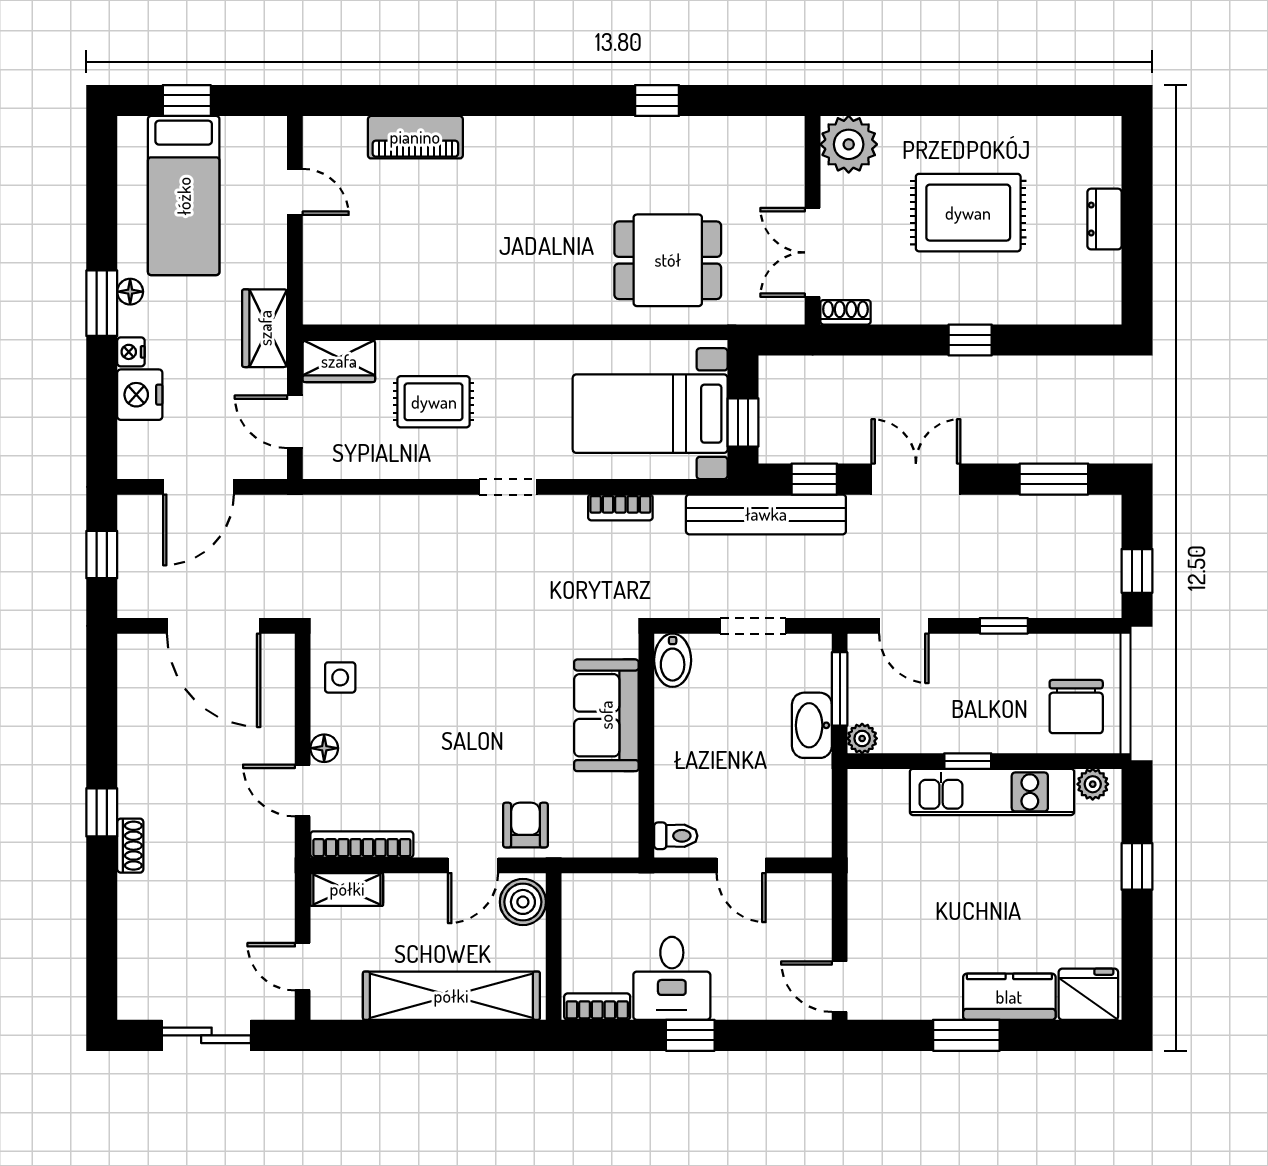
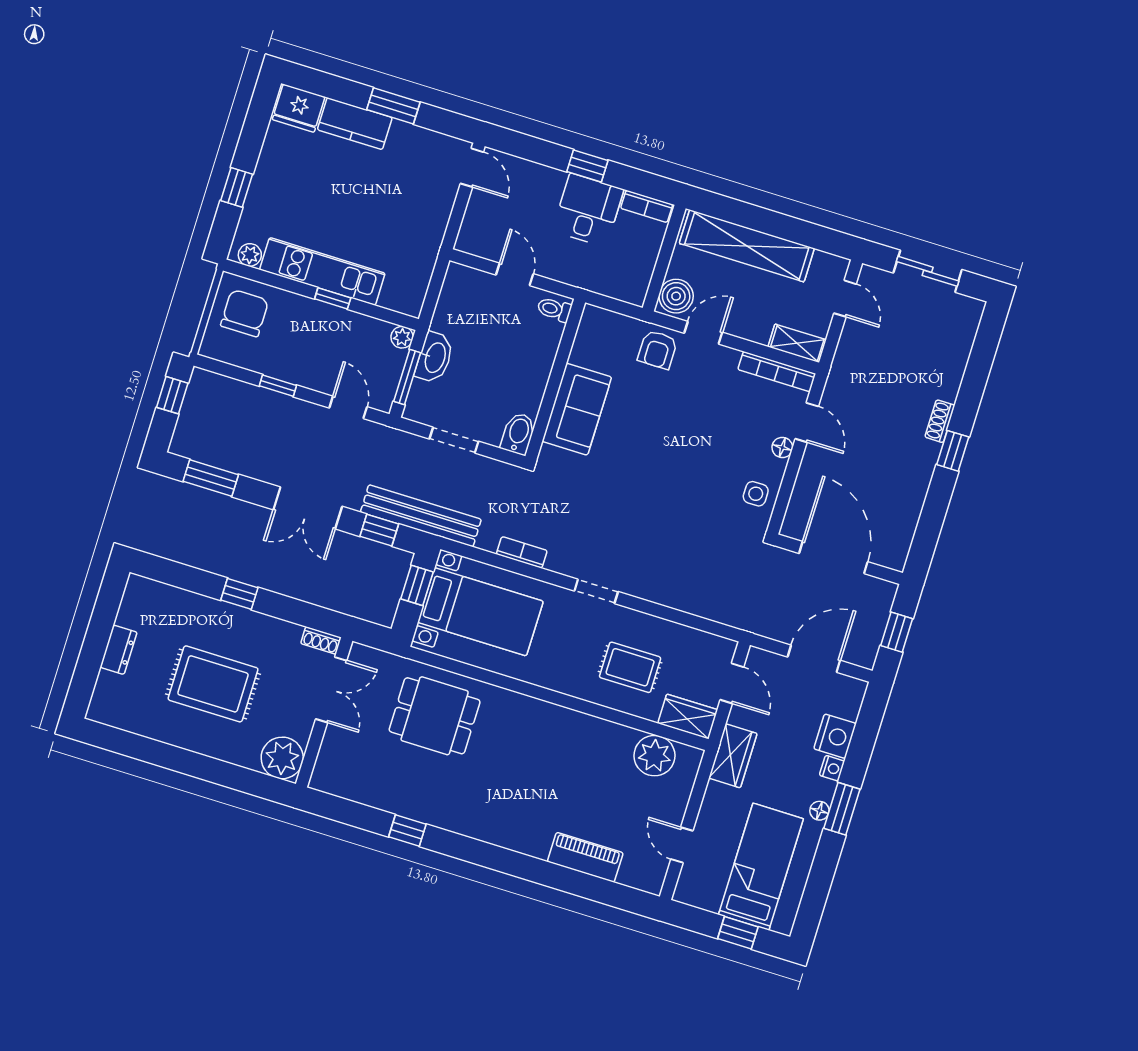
plant: (366, 297) -> (654, 756), added

